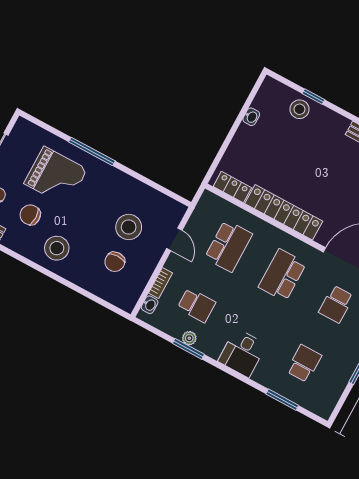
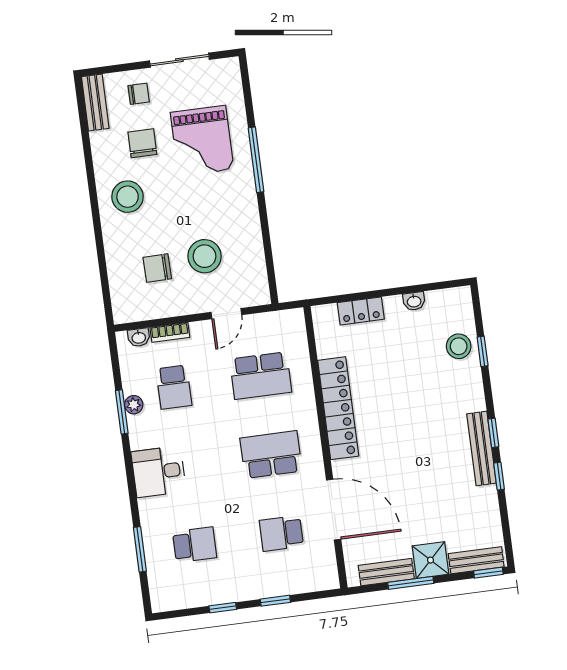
locker: (232, 187) -> (361, 311), moved, turned 90

